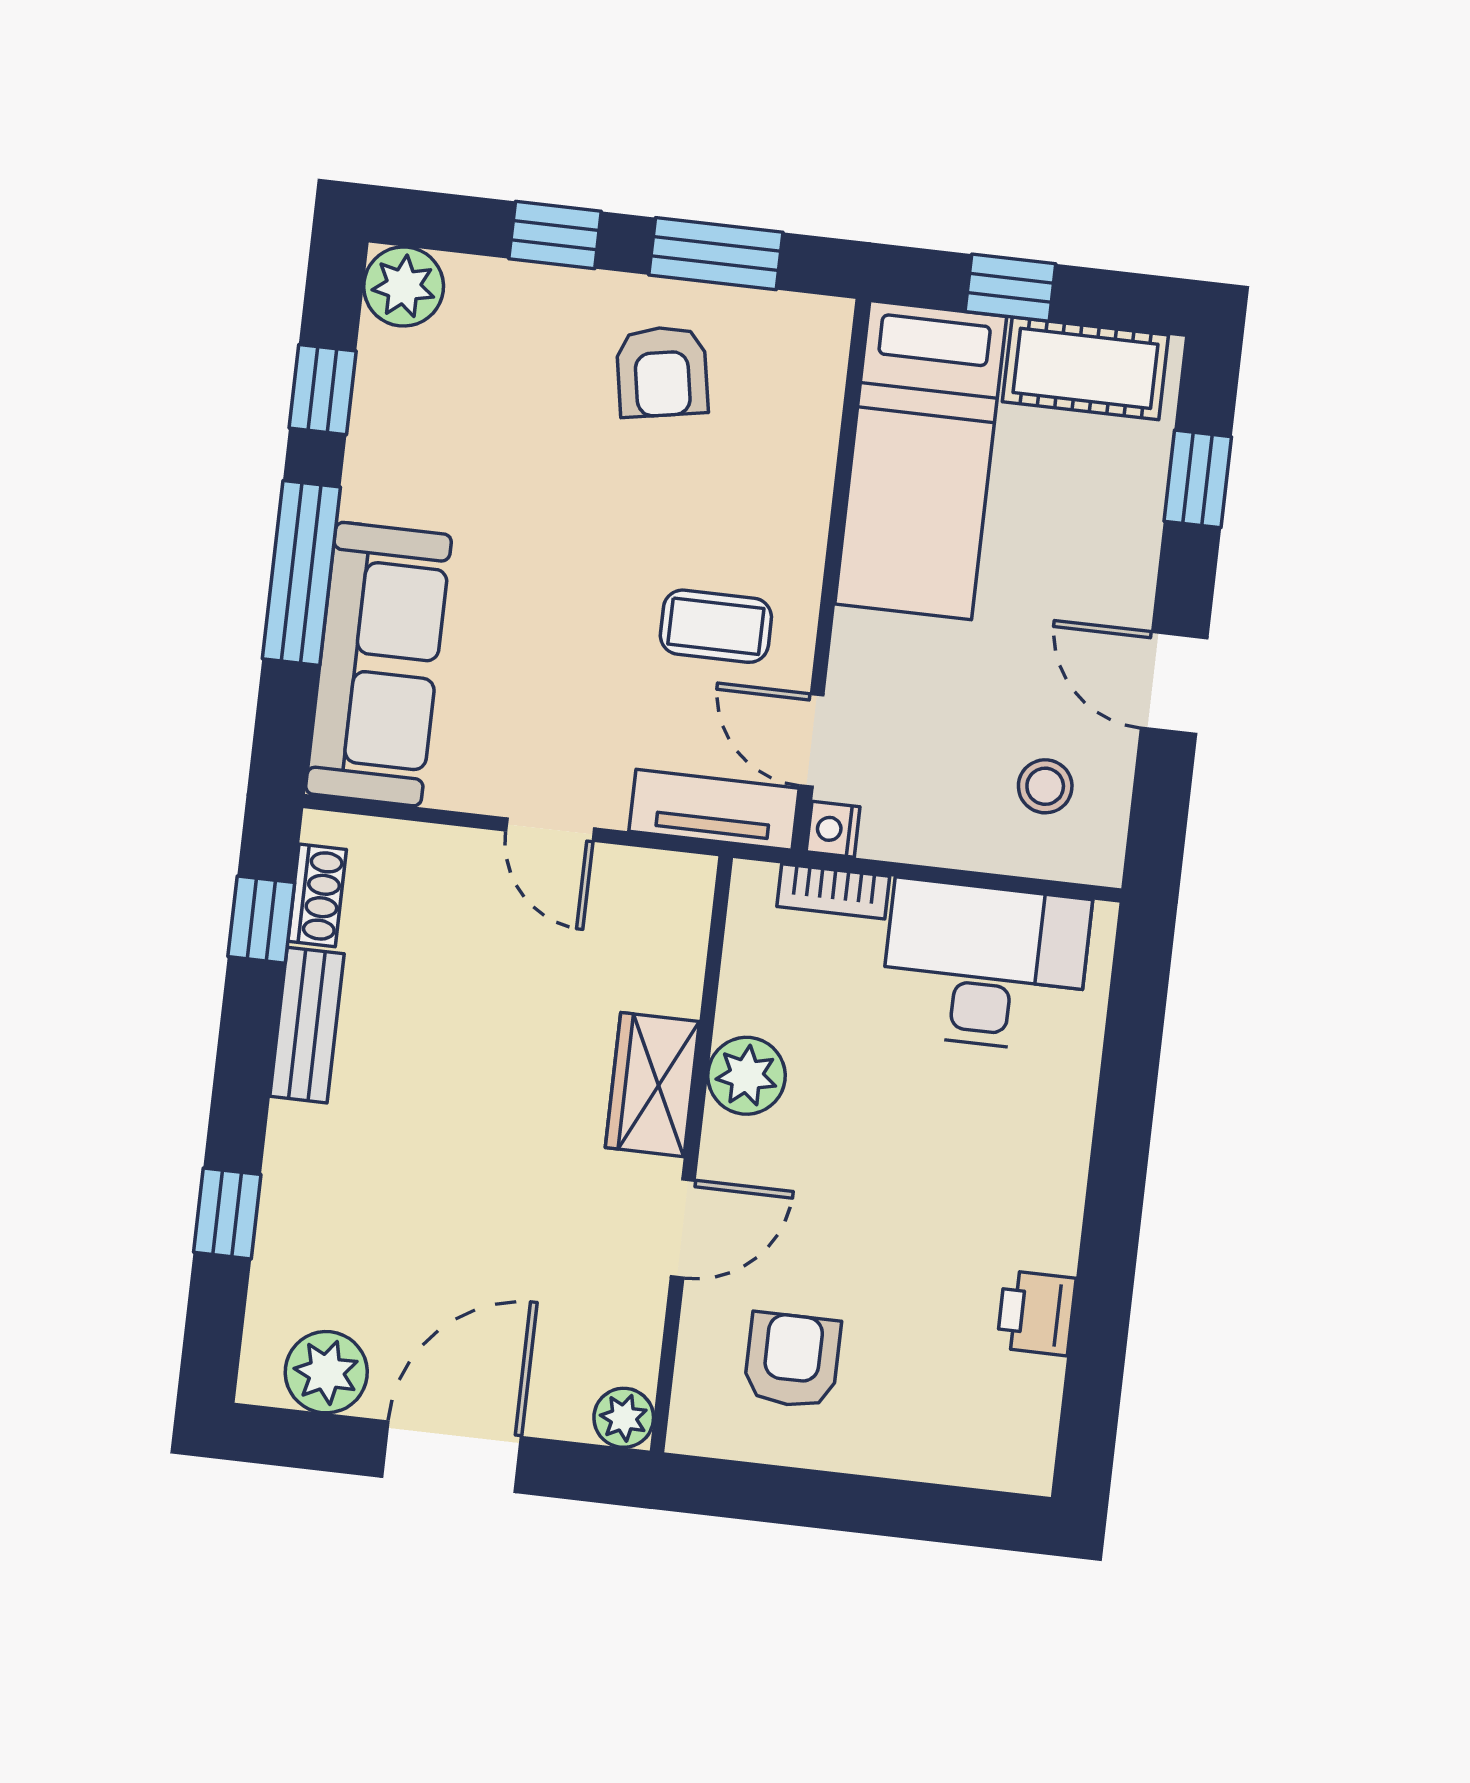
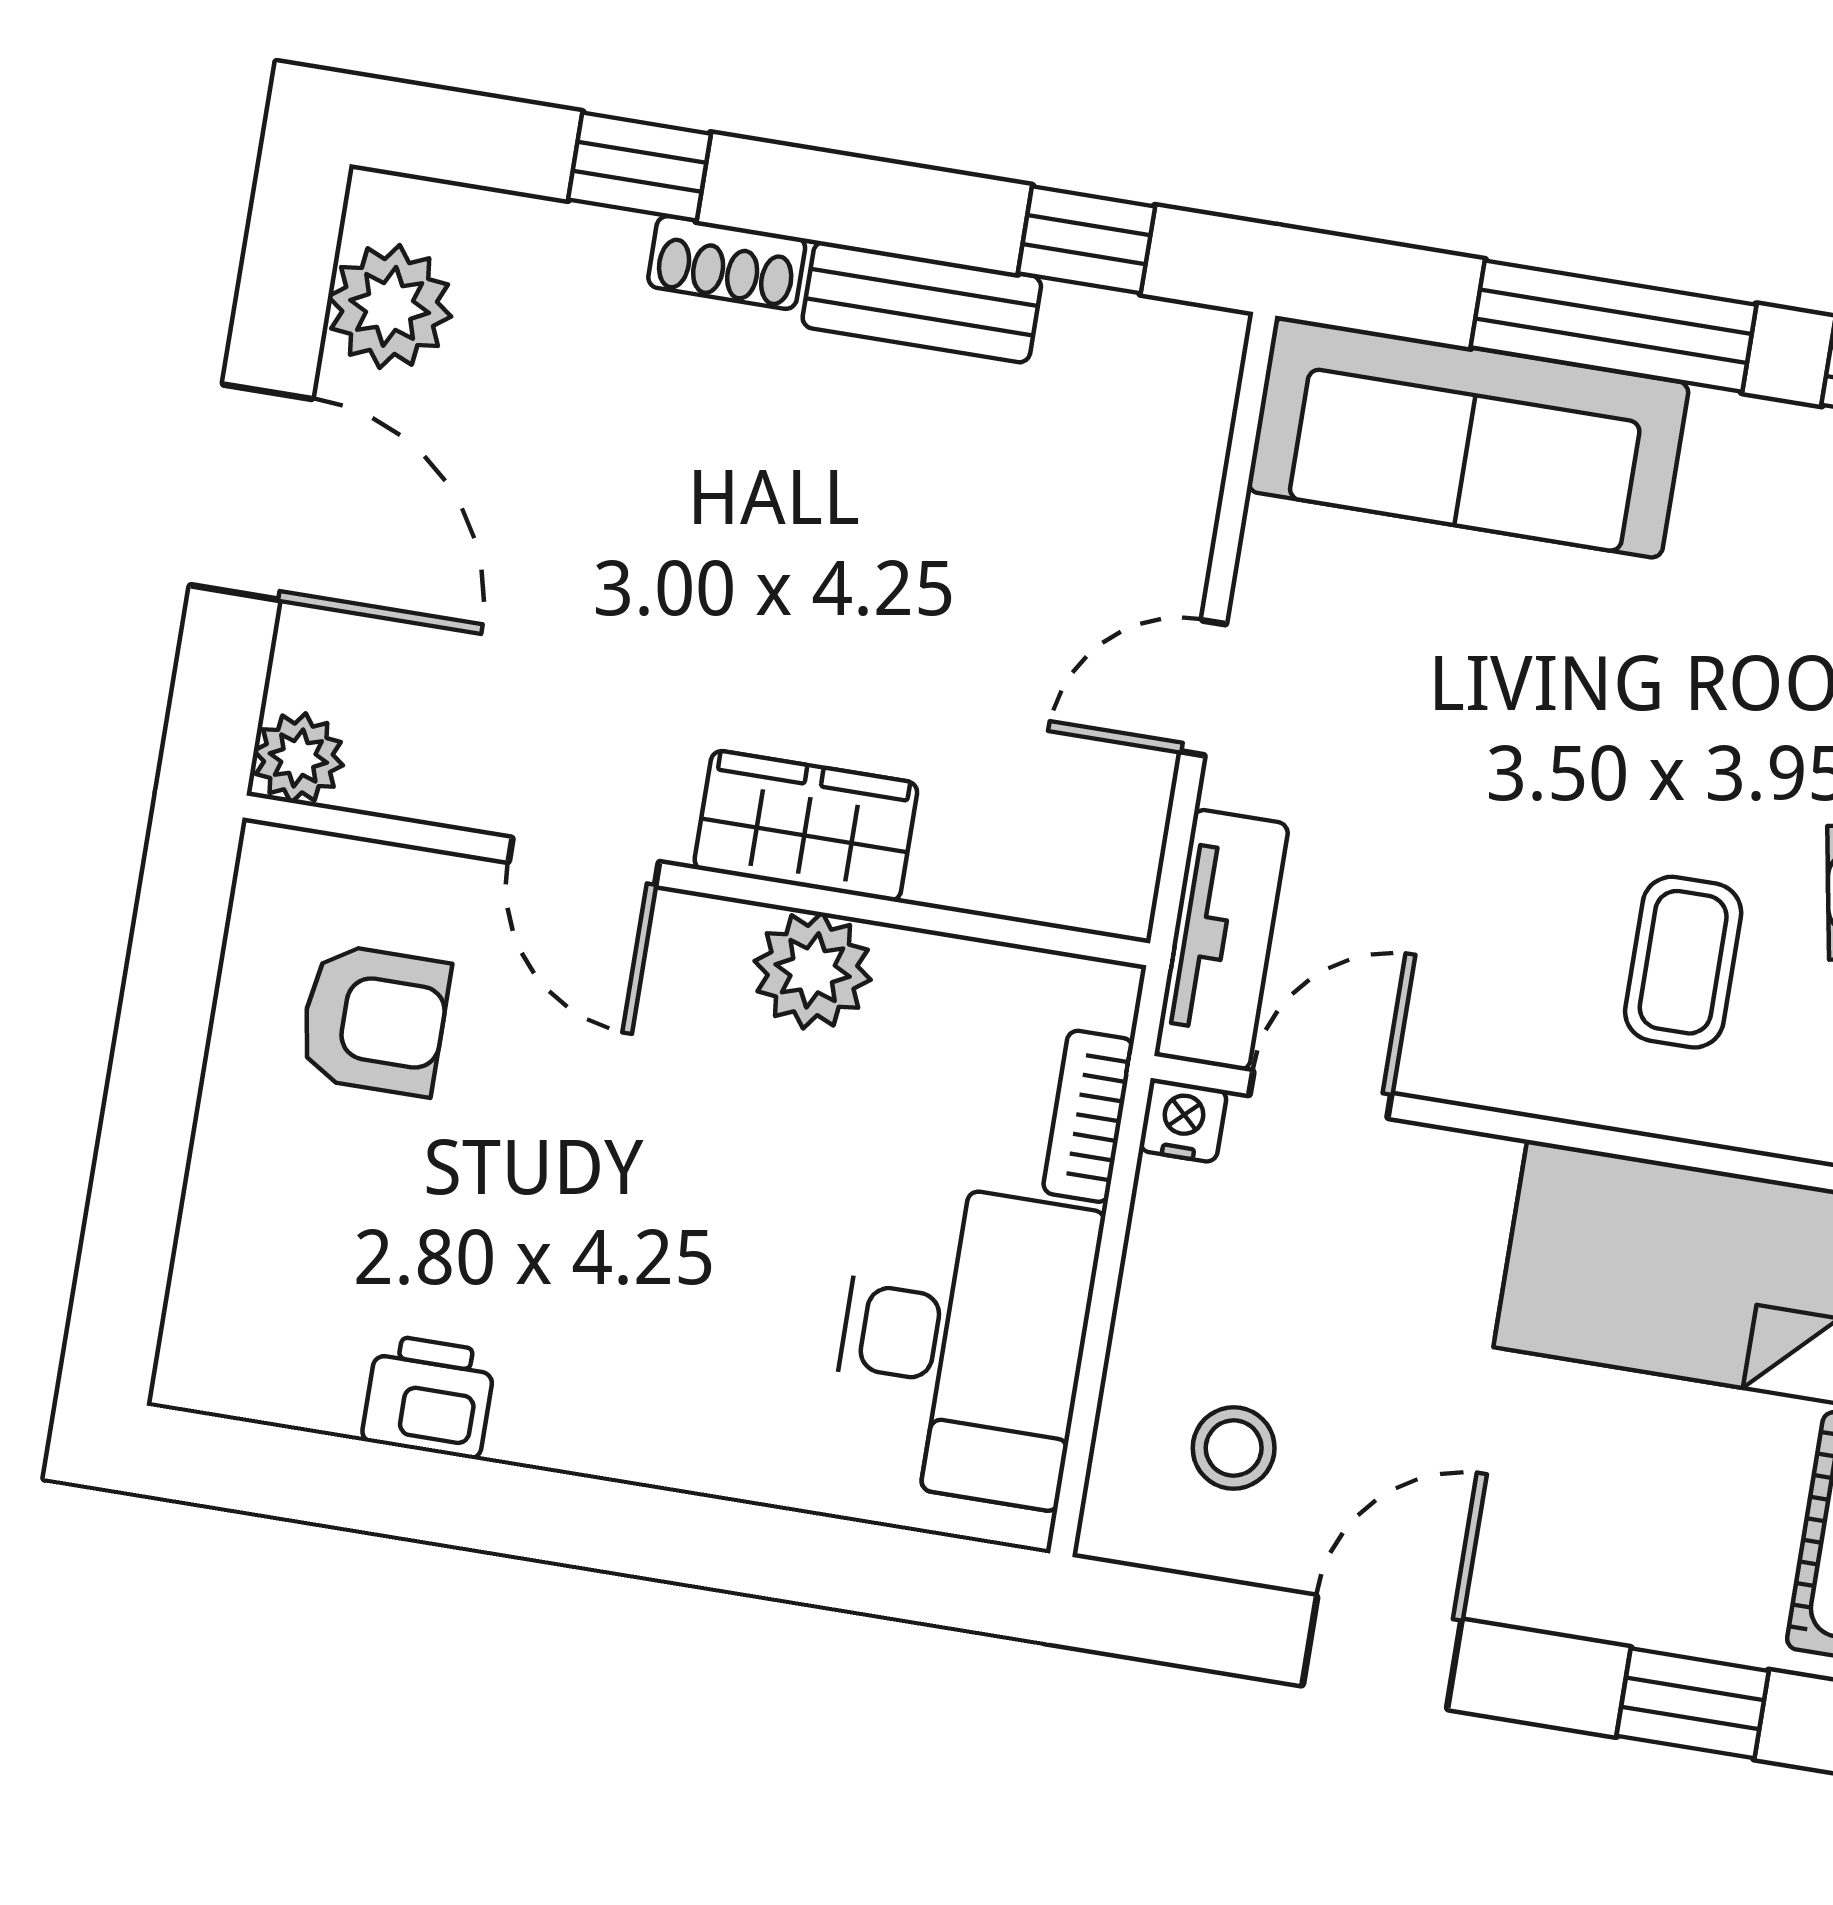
coffee table: (716, 626) -> (1683, 962), moved
shoe rack: (317, 895) -> (727, 263), moved

